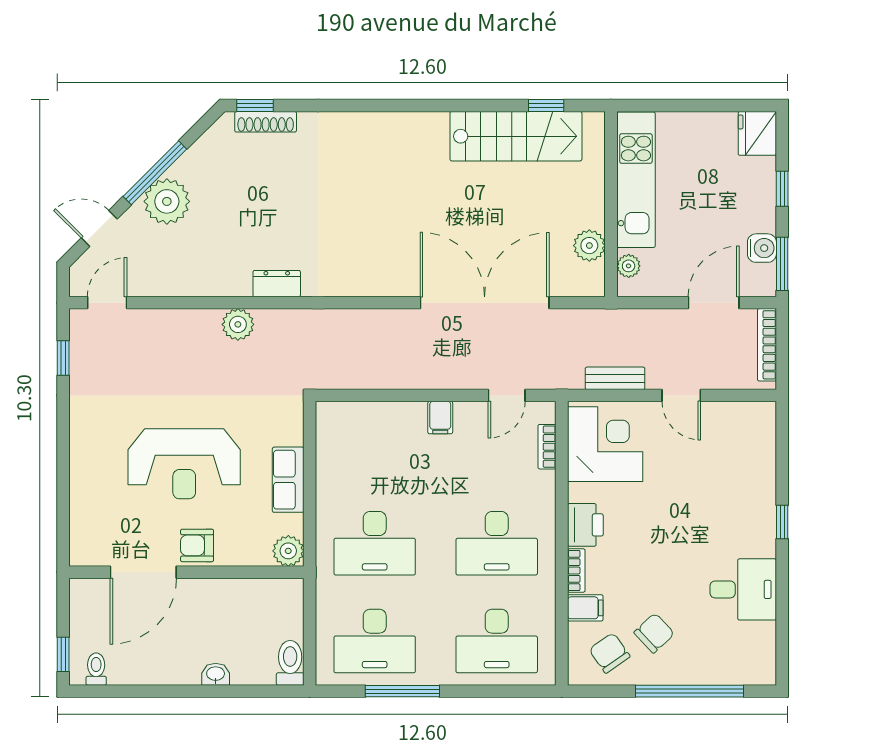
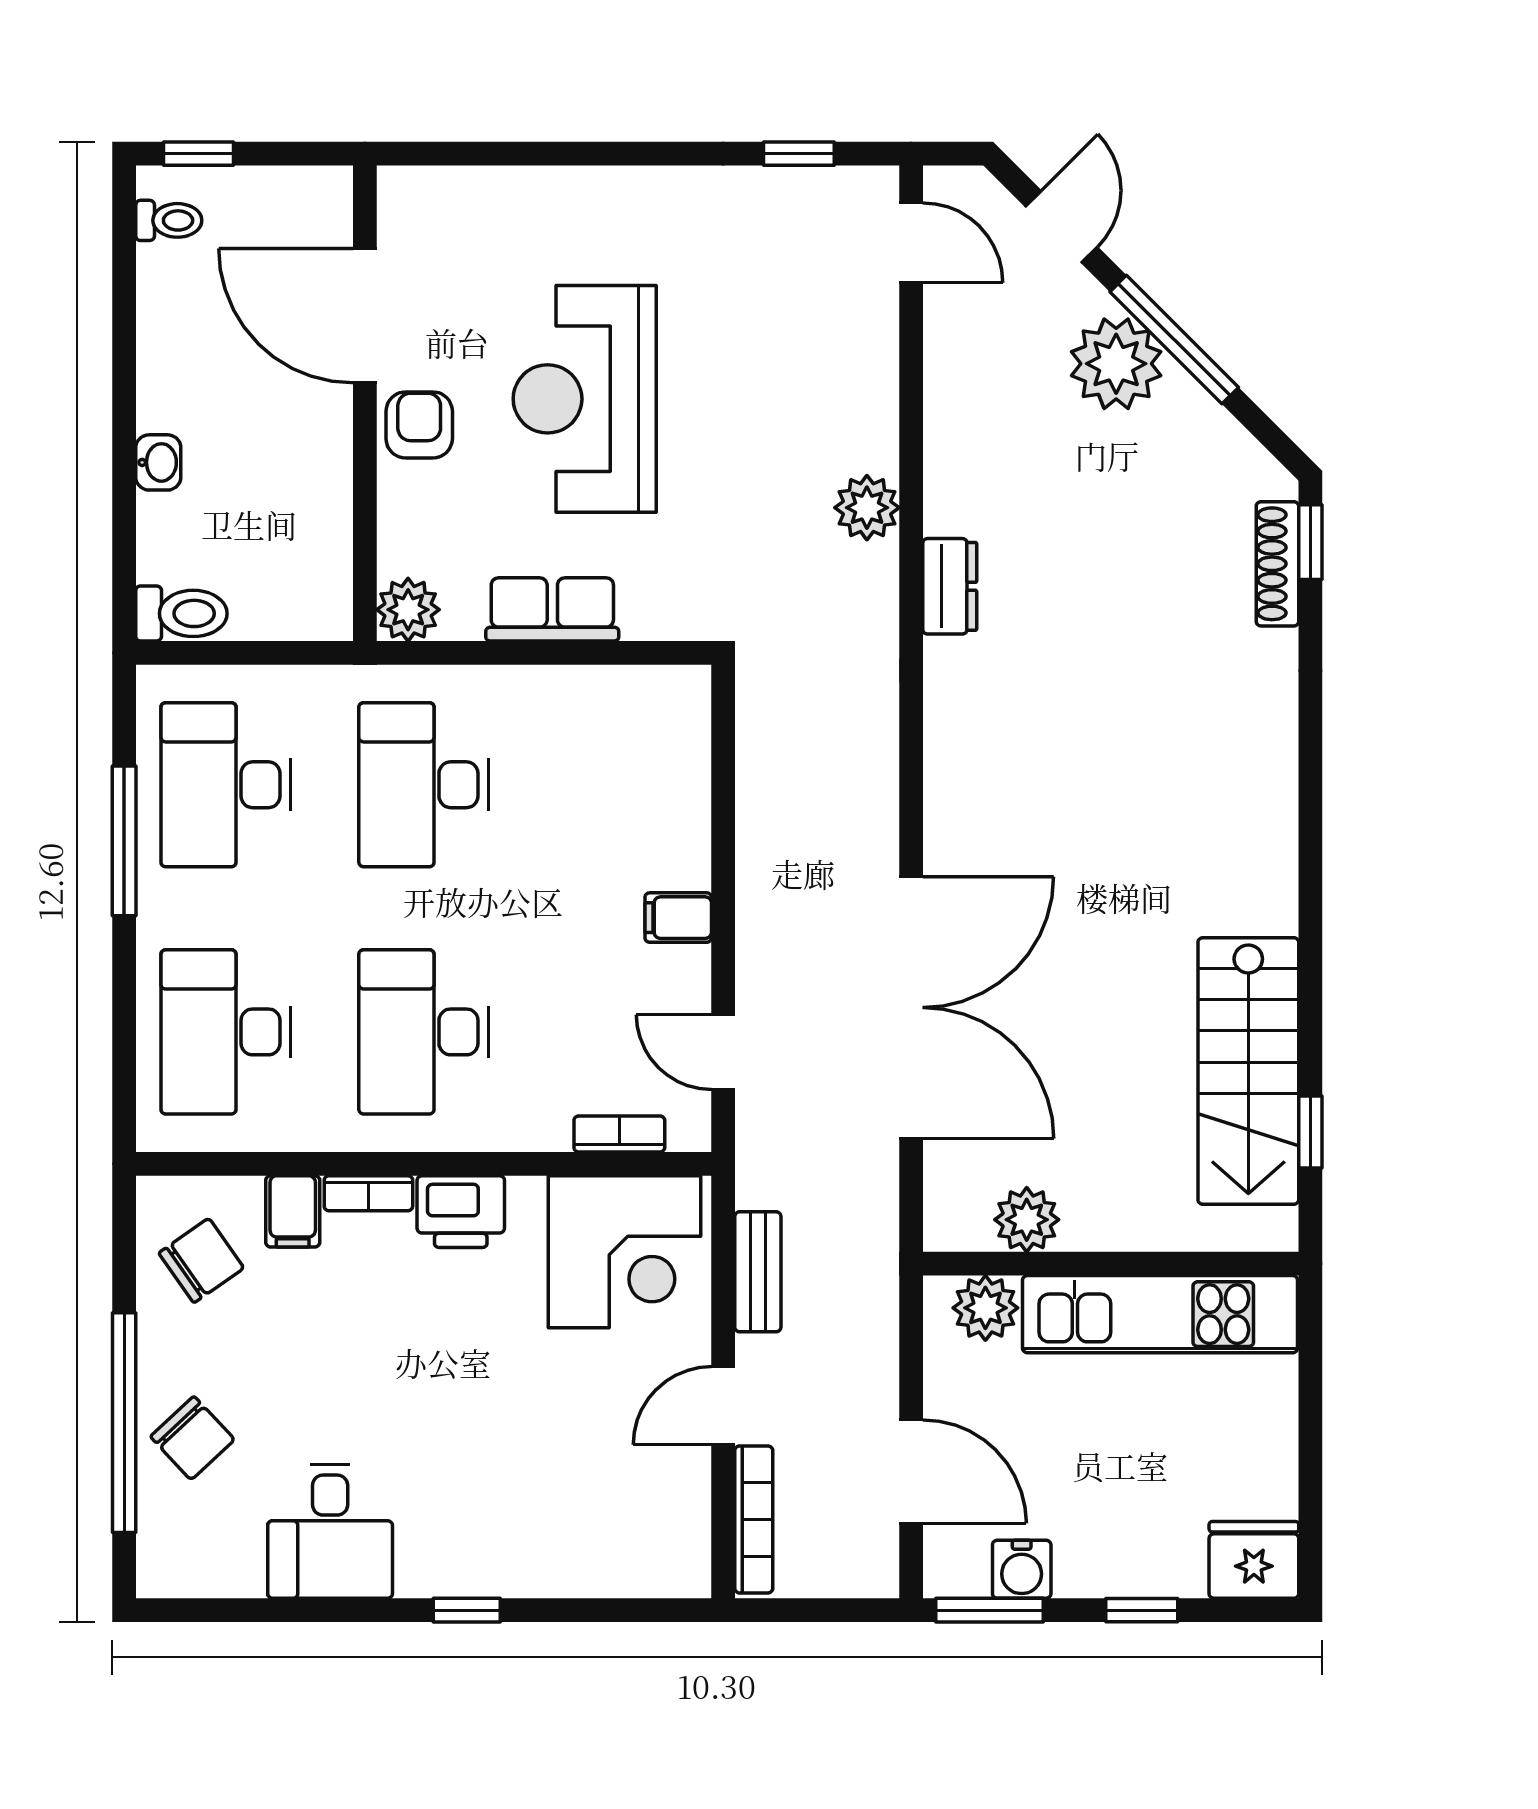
plant: (629, 266) -> (985, 1308), width x1.38, depth x1.38
bookcase: (767, 345) -> (754, 1519), moved, turned 90
chair: (654, 633) -> (192, 1438), moved

